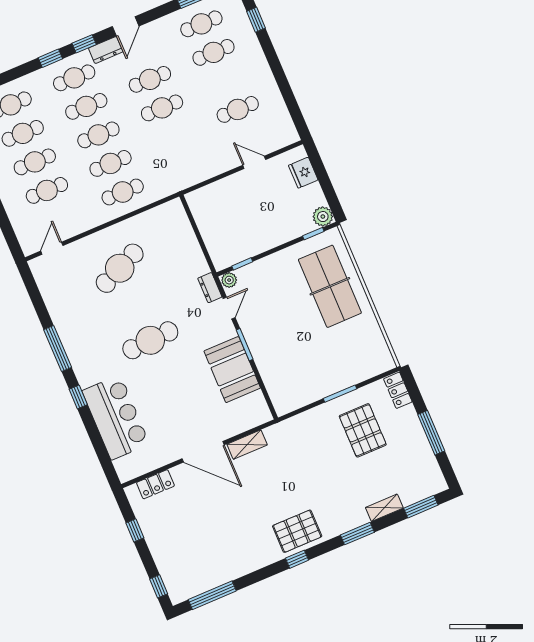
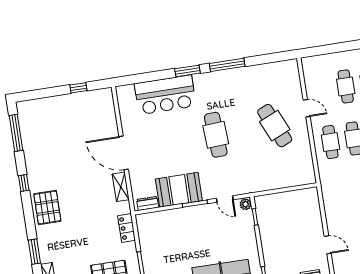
door: (254, 162) -> (328, 245), hinge flipped
door: (52, 248) -> (307, 108), moved
dresser: (210, 288) -> (148, 203), moved
window: (78, 397) -> (187, 71), width x1.50
door: (203, 452) -> (124, 153), hinge flipped
locker: (155, 484) -> (126, 228), moved
window: (297, 559) -> (24, 183), moved
window: (159, 586) -> (32, 95), removed

